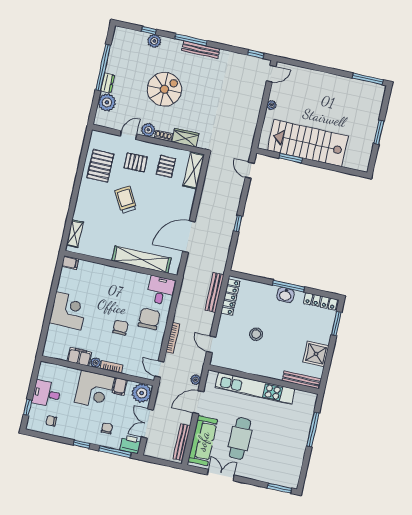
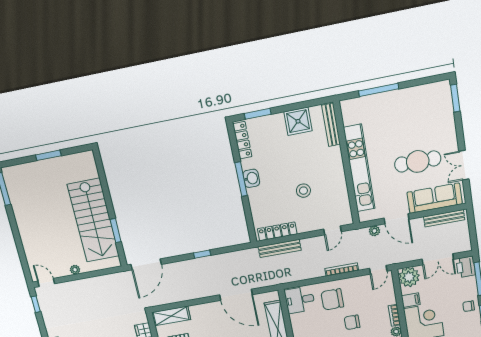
door: (250, 170) -> (146, 264), width x1.88
chair: (107, 428) -> (469, 306), moved

